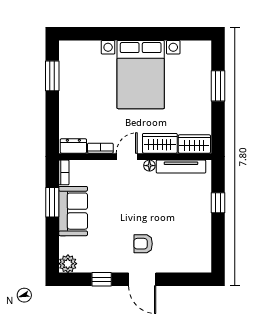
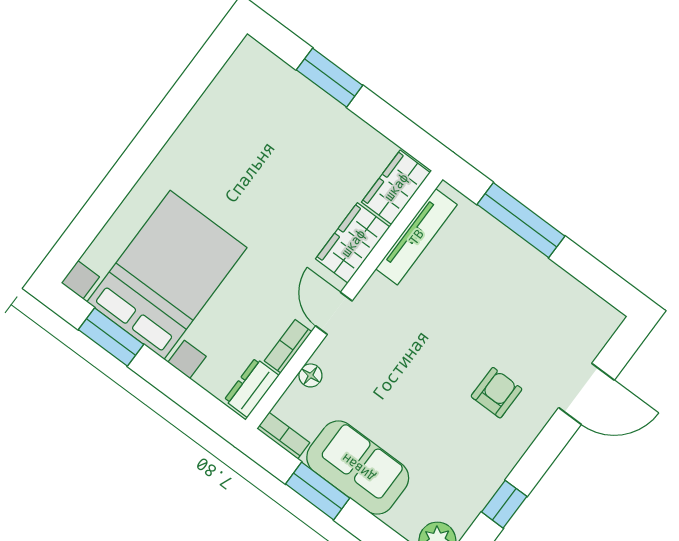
bed with nightstands: (141, 75) -> (167, 275), moved, turned -90
floor lamp: (149, 166) -> (310, 375), moved
window: (218, 203) -> (521, 220), width x2.17
armchair: (143, 244) -> (496, 393), turned 180
door: (142, 279) -> (586, 394), moved

